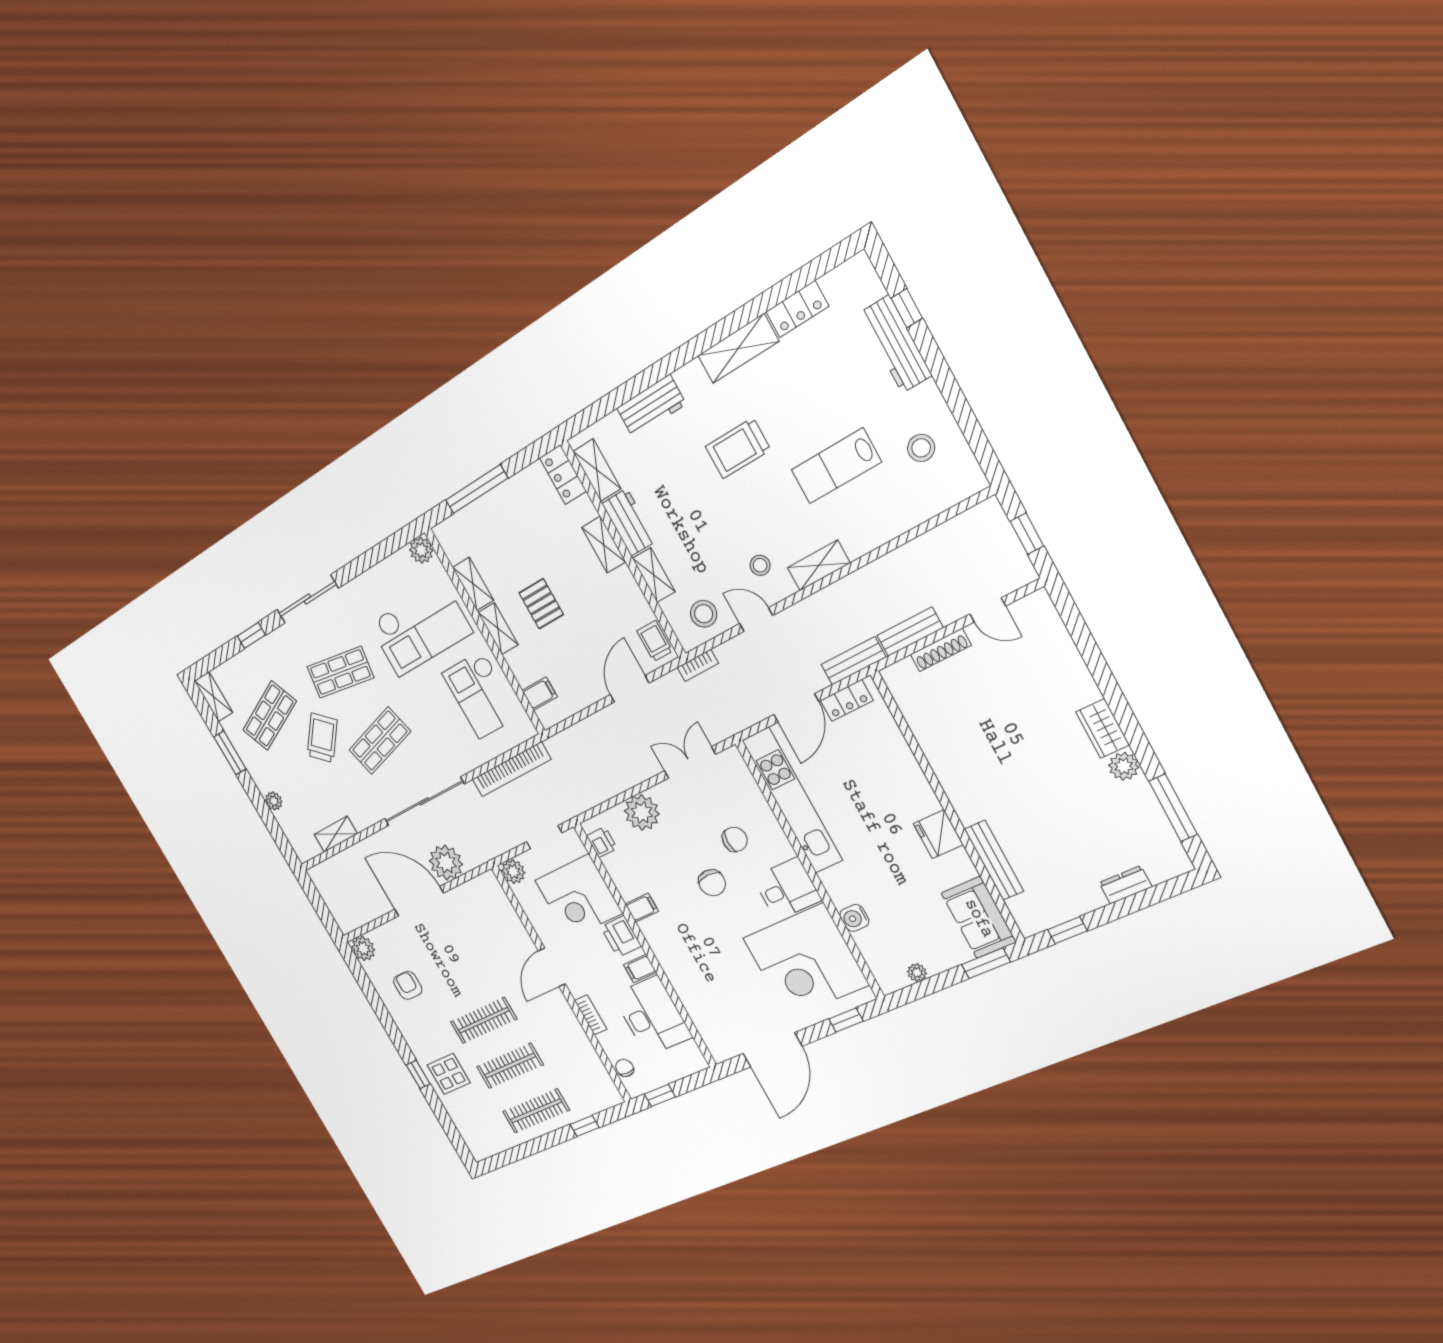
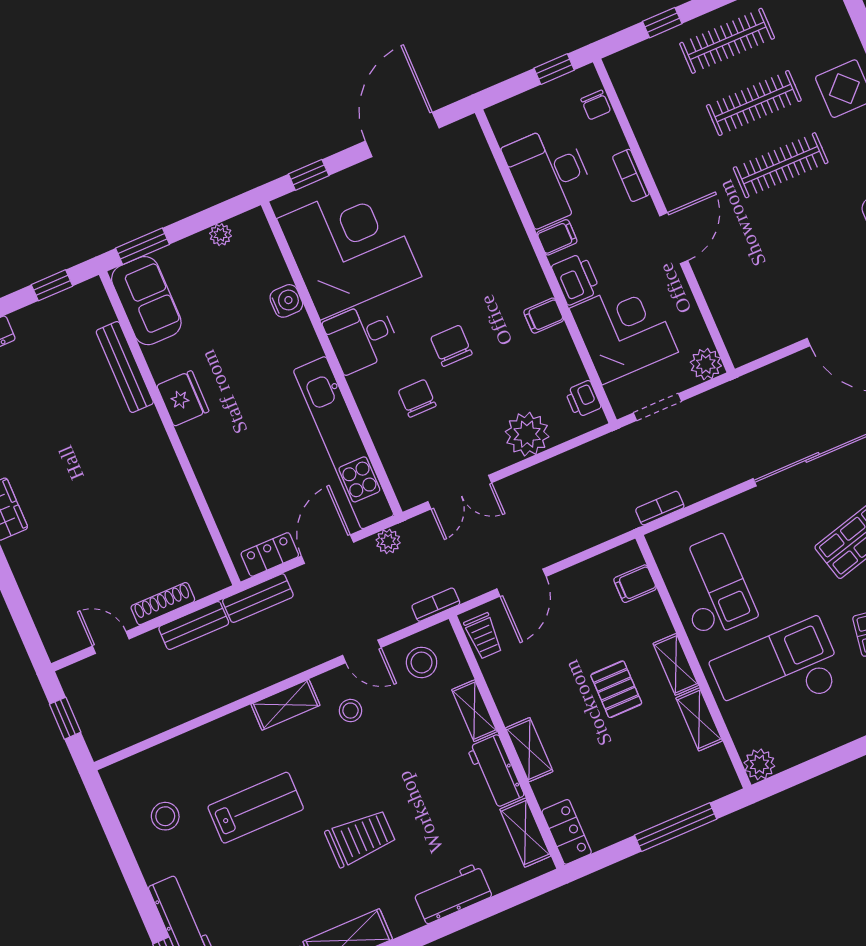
bookcase: (512, 769) -> (660, 508), width x0.43, depth x0.76
chair: (735, 839) -> (417, 398), turned 90
plant: (446, 863) -> (388, 541), moved, width x0.53, depth x0.53

